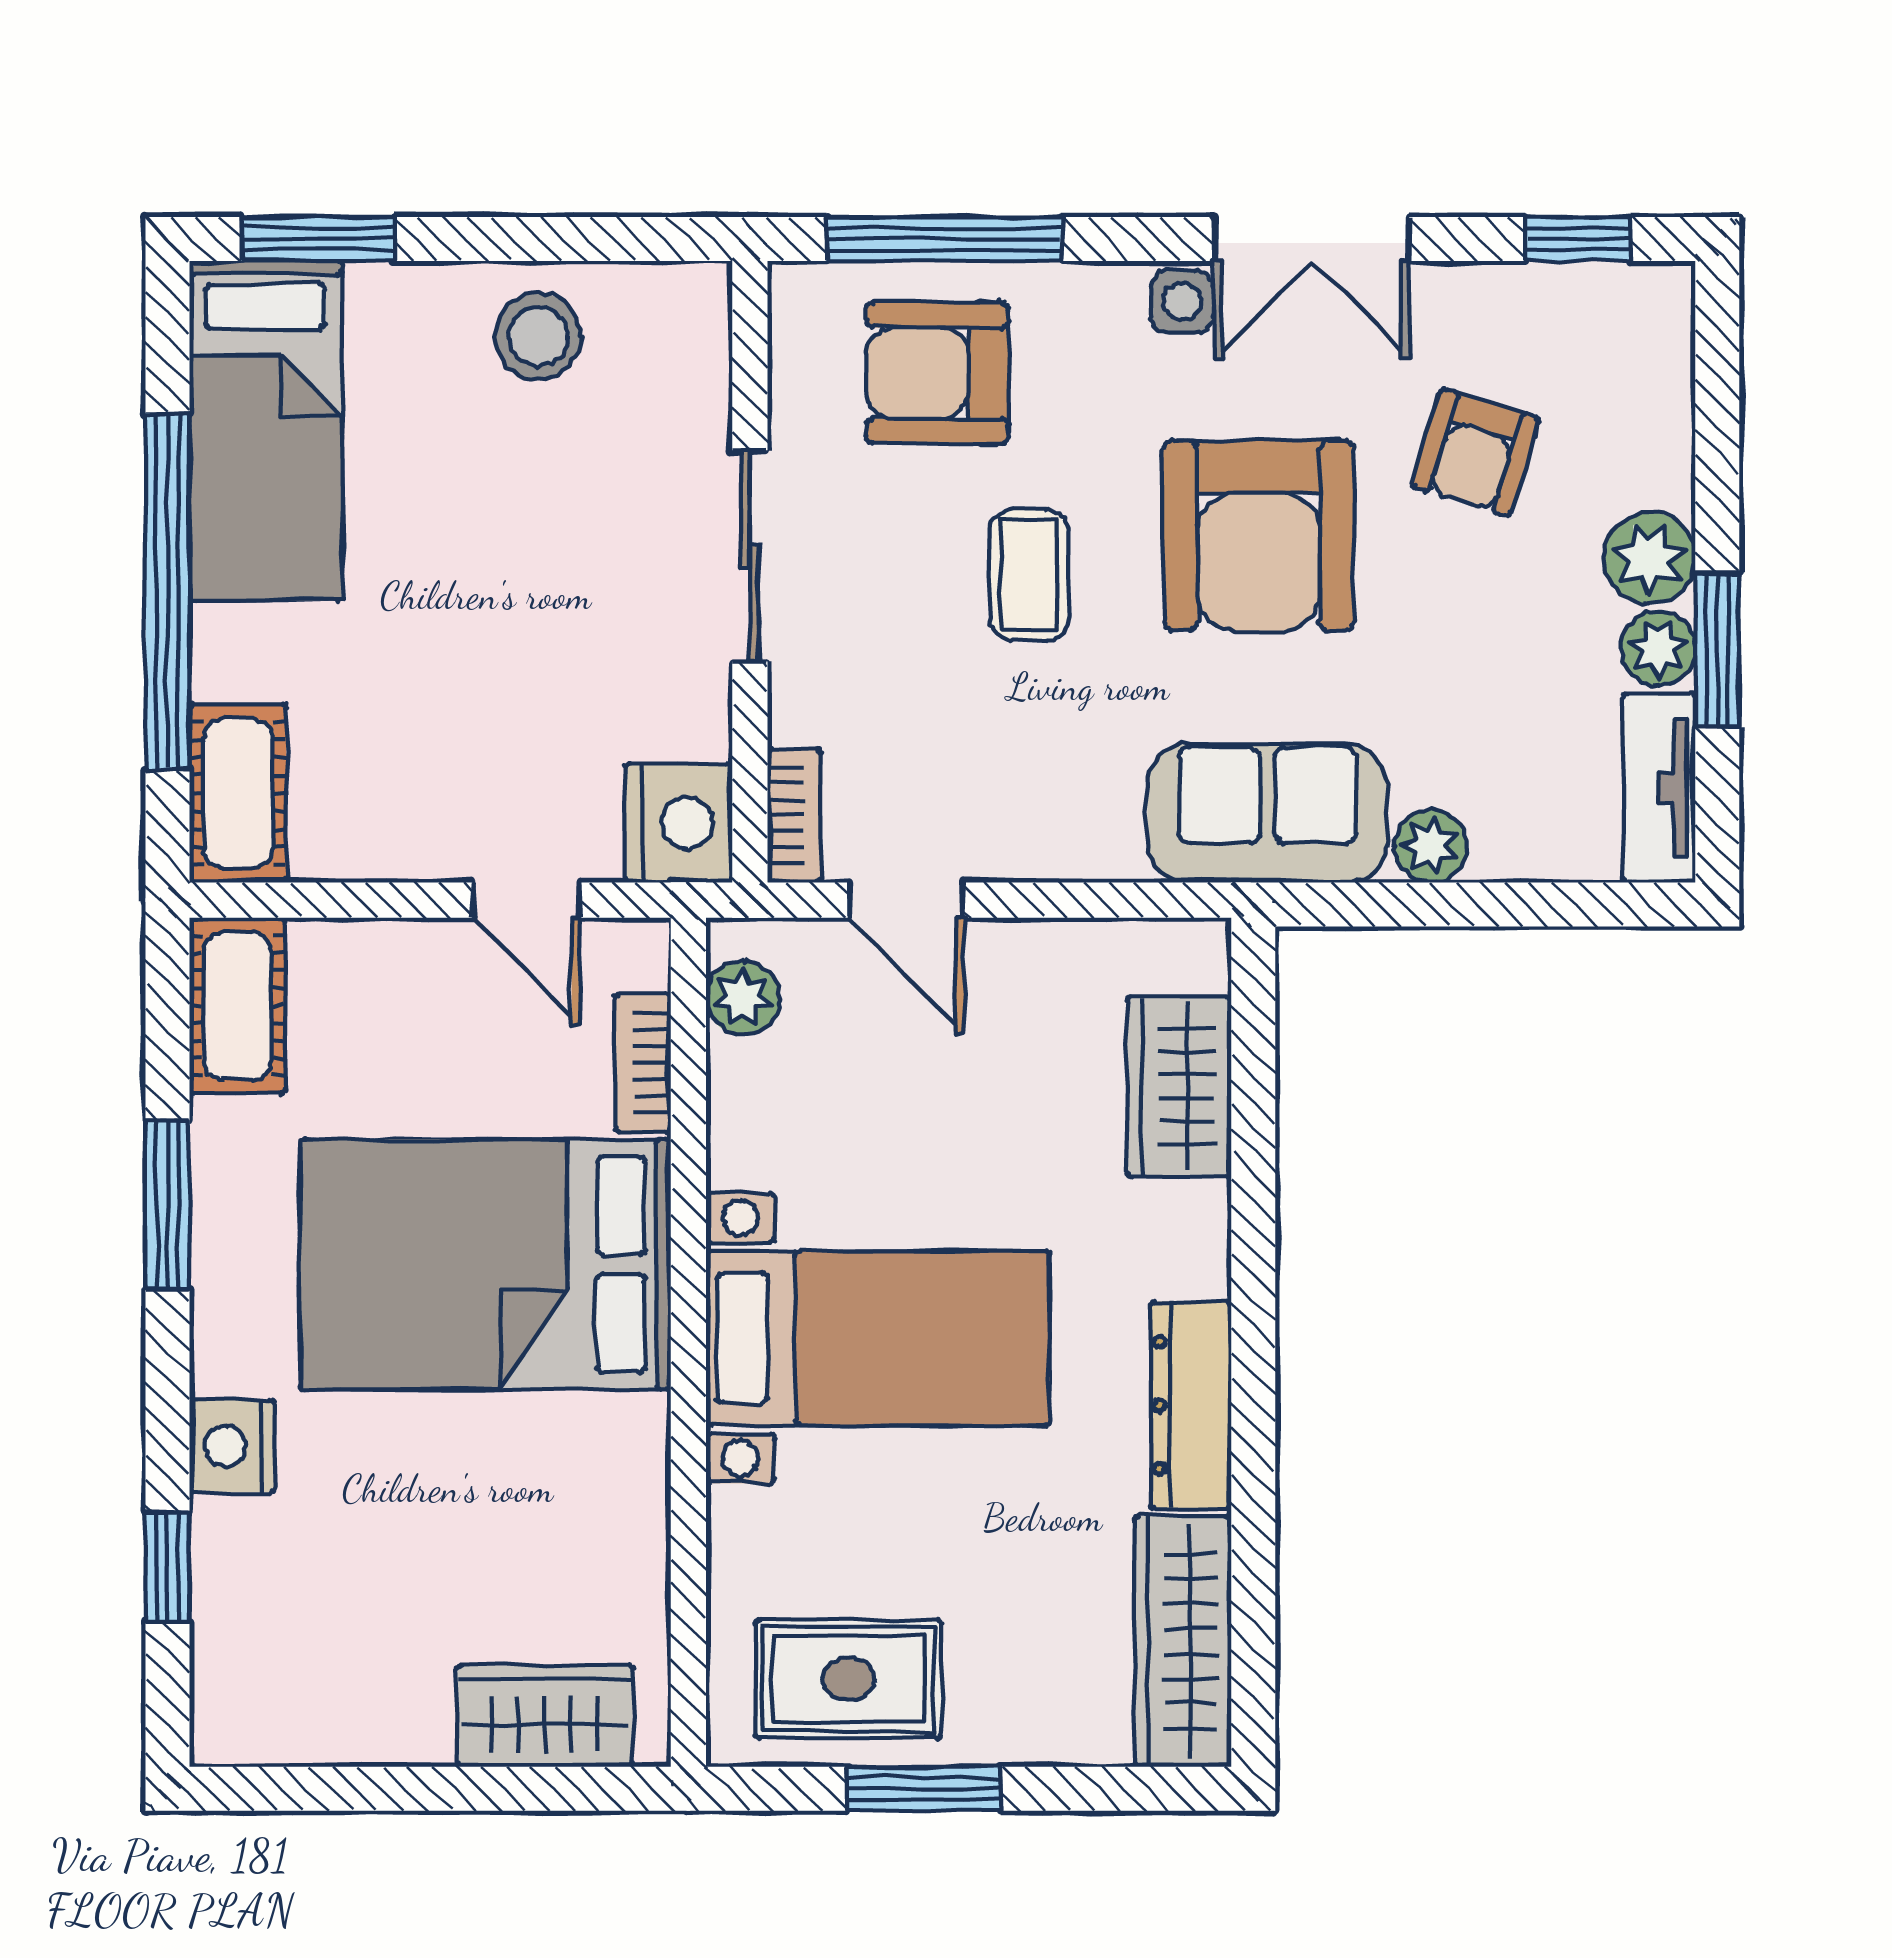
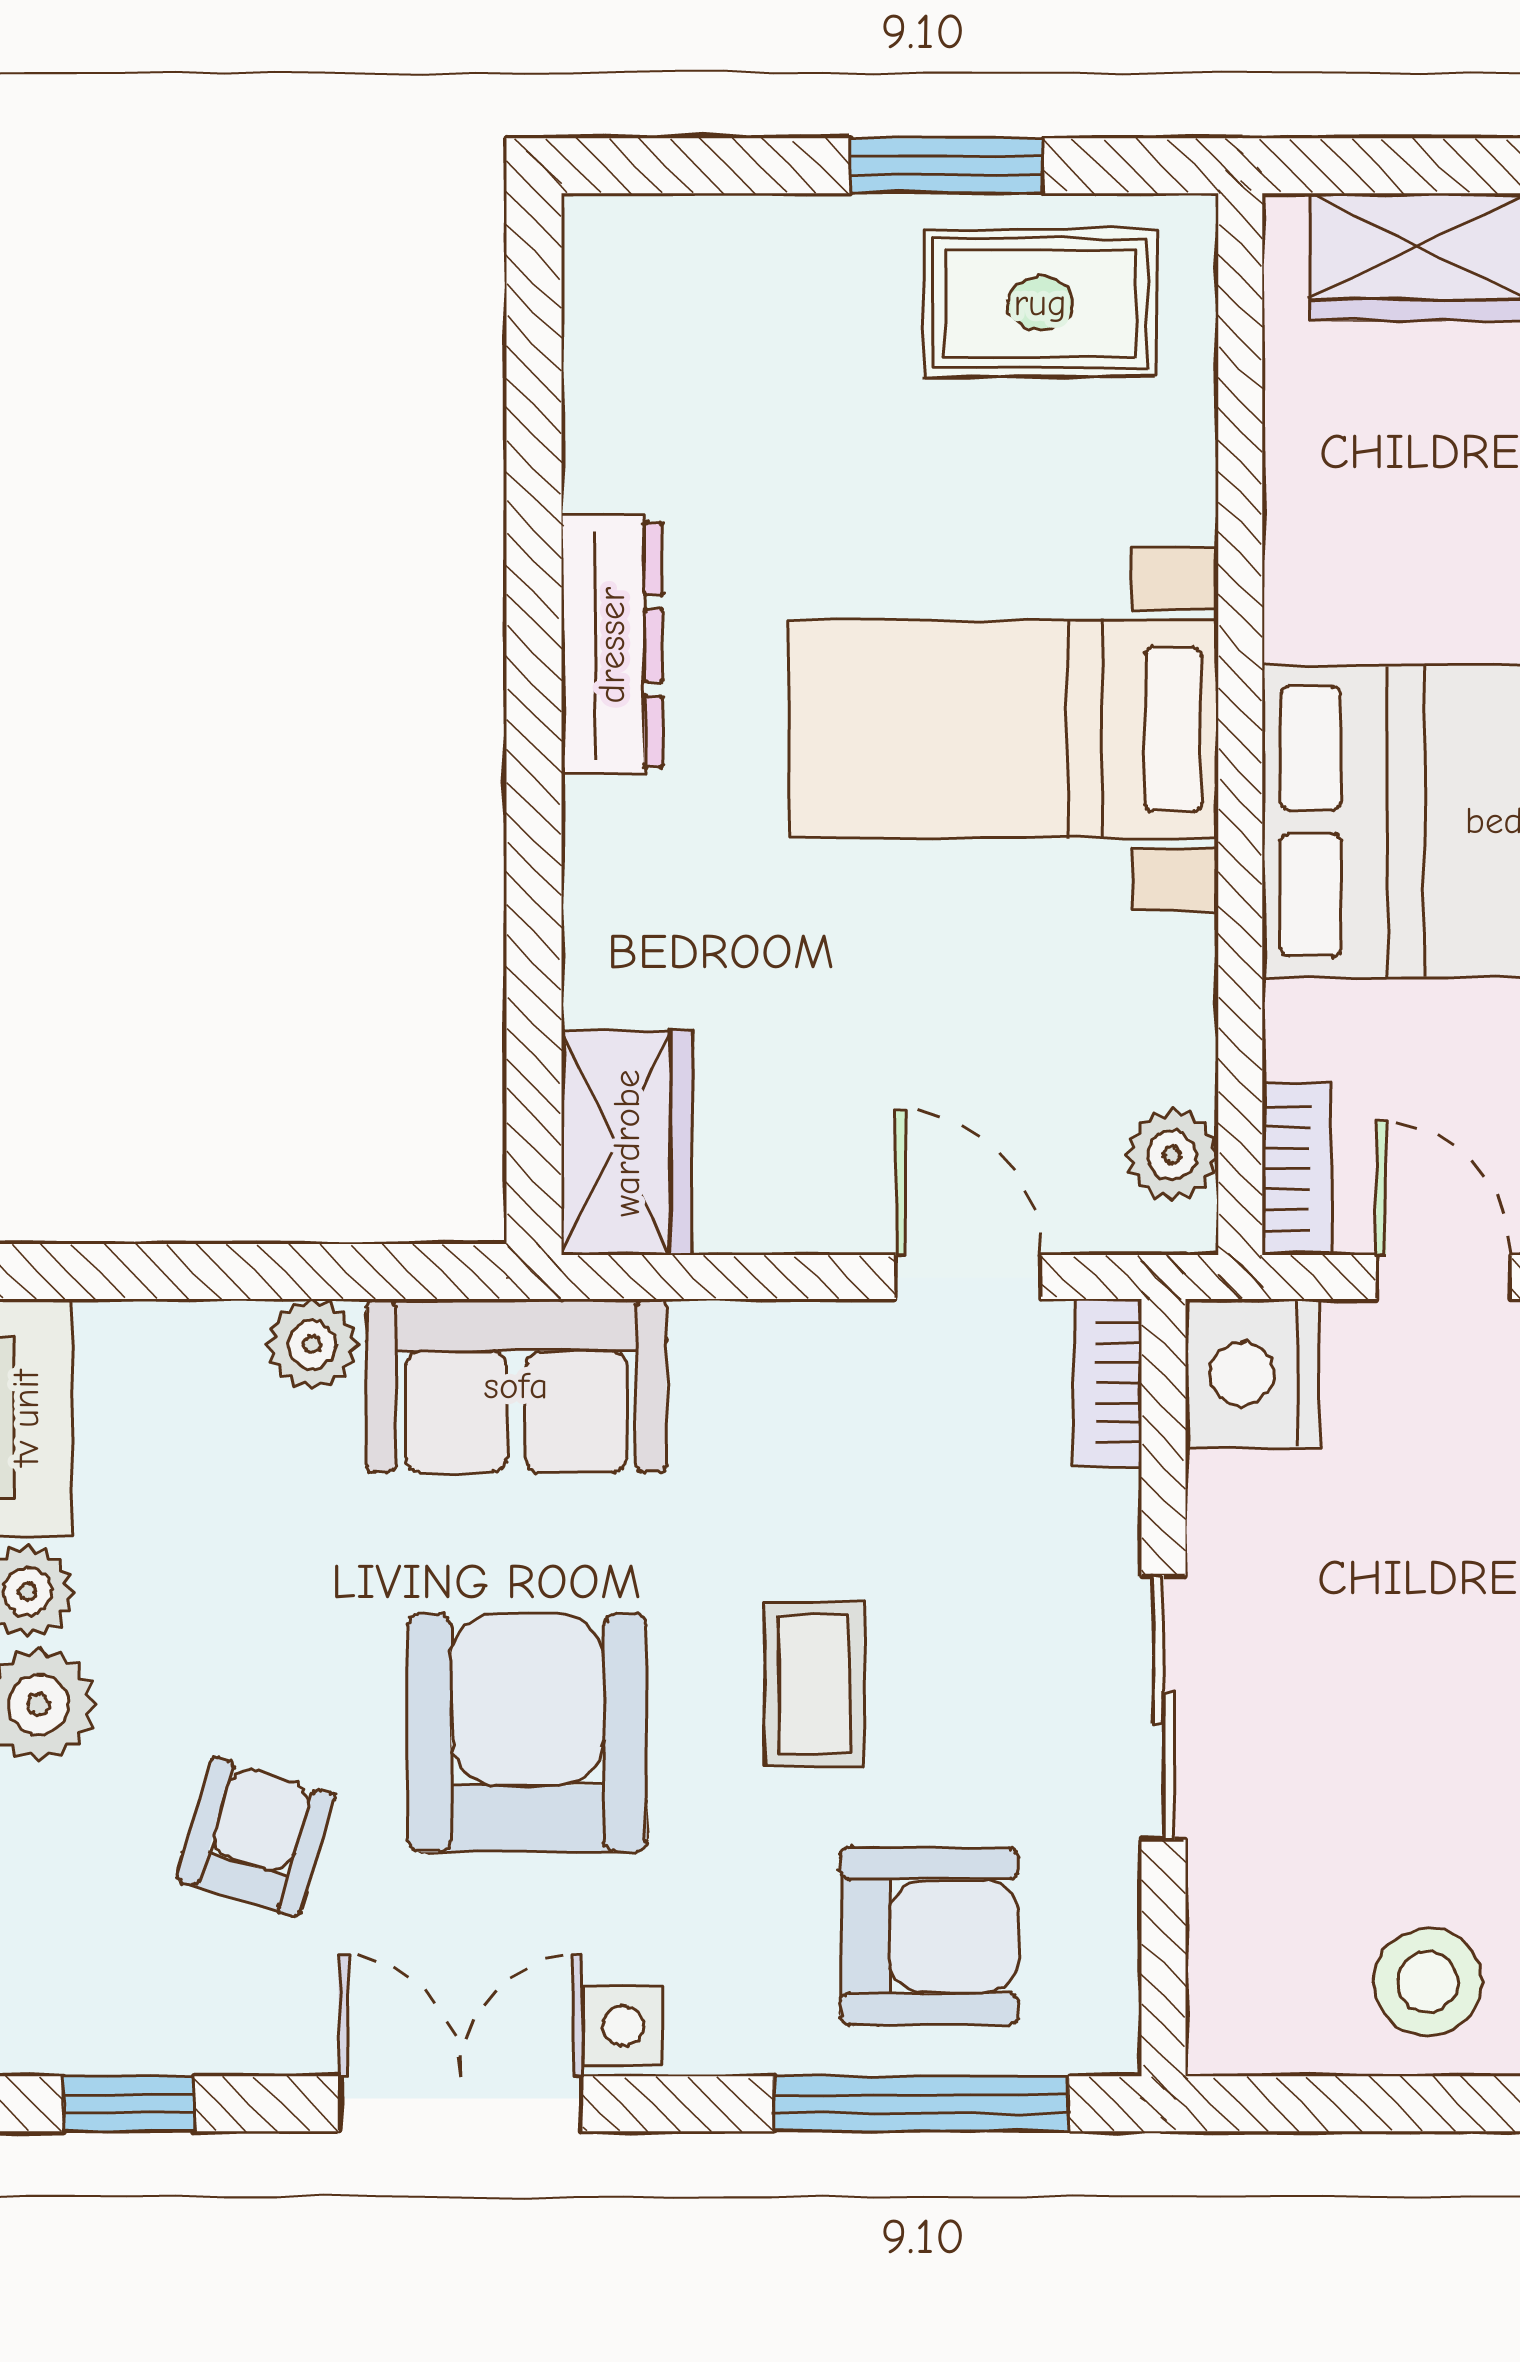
bookcase: (643, 1063) -> (1297, 1169), moved
wardrobe: (1179, 1087) -> (627, 1143), moved
wardrobe: (1183, 1641) -> (622, 350), removed

